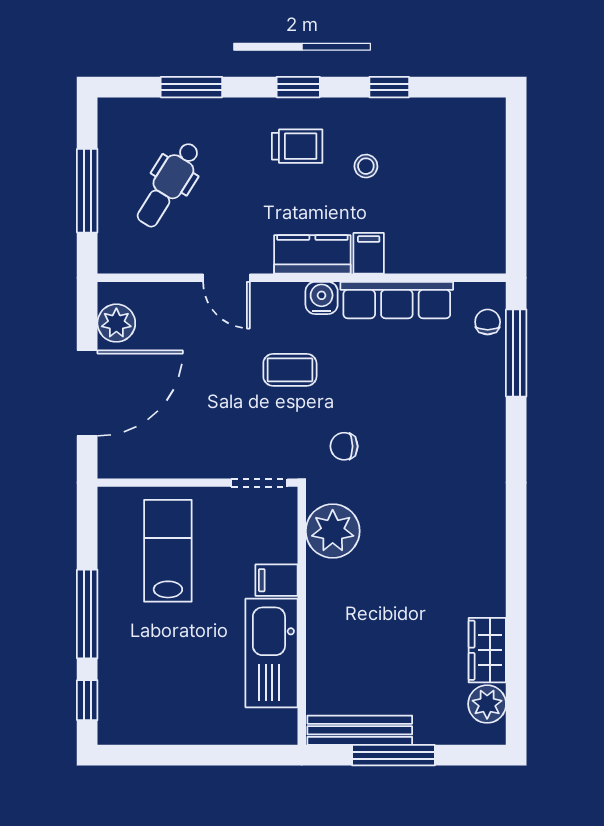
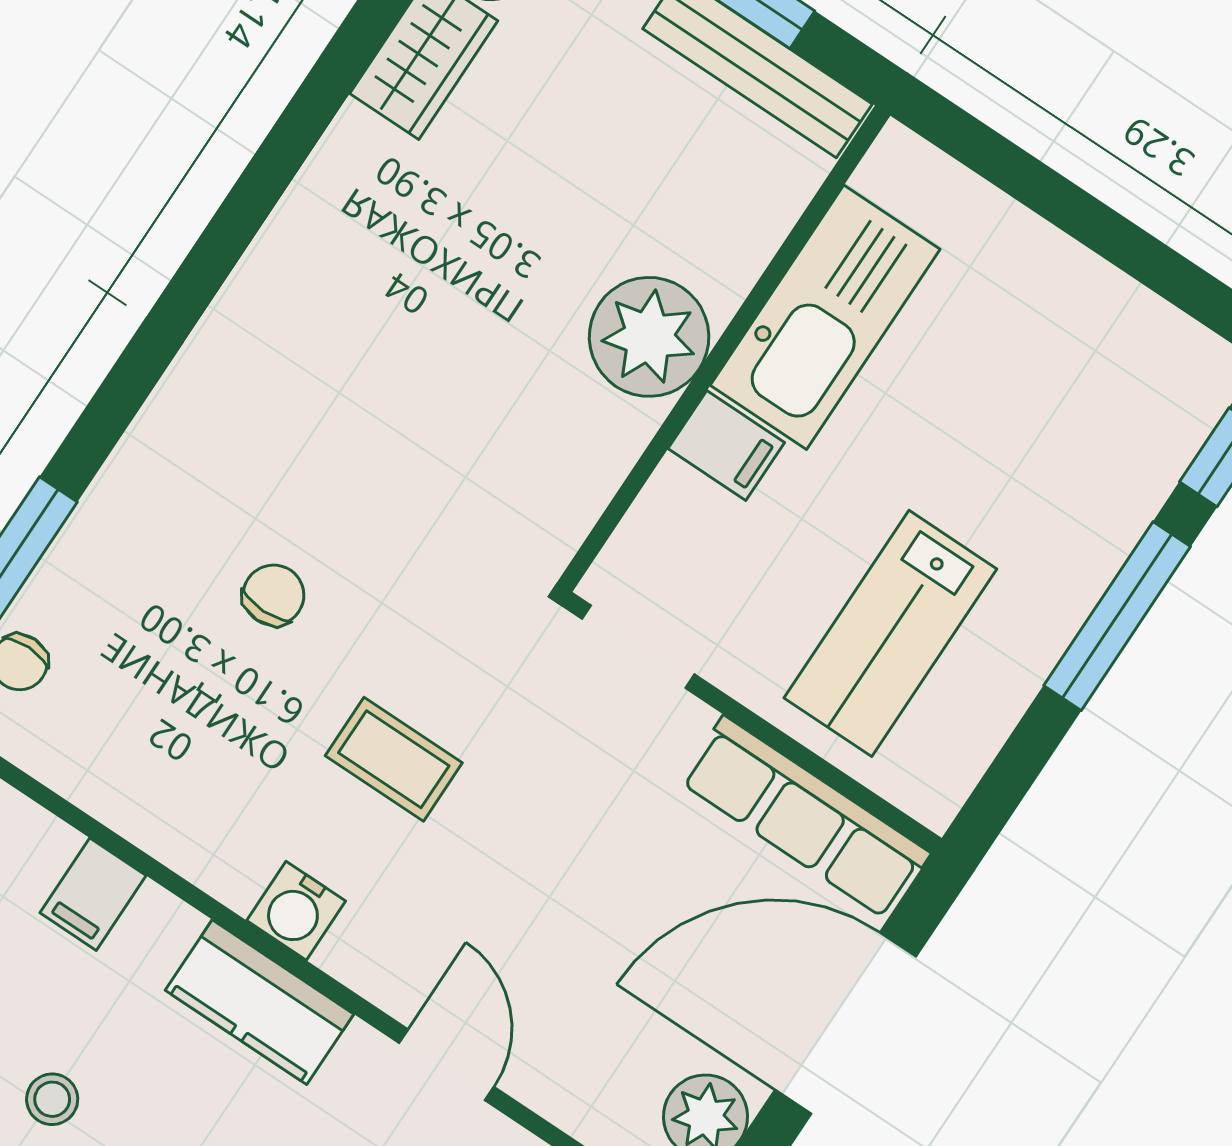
filing cabinet: (369, 253) -> (93, 894), moved
row of seats: (397, 300) -> (805, 817), moved, turned 180
coffee table: (290, 370) -> (394, 759), moved
chair: (344, 446) -> (274, 595), moved, turned -90
plant: (333, 531) -> (649, 337), moved

